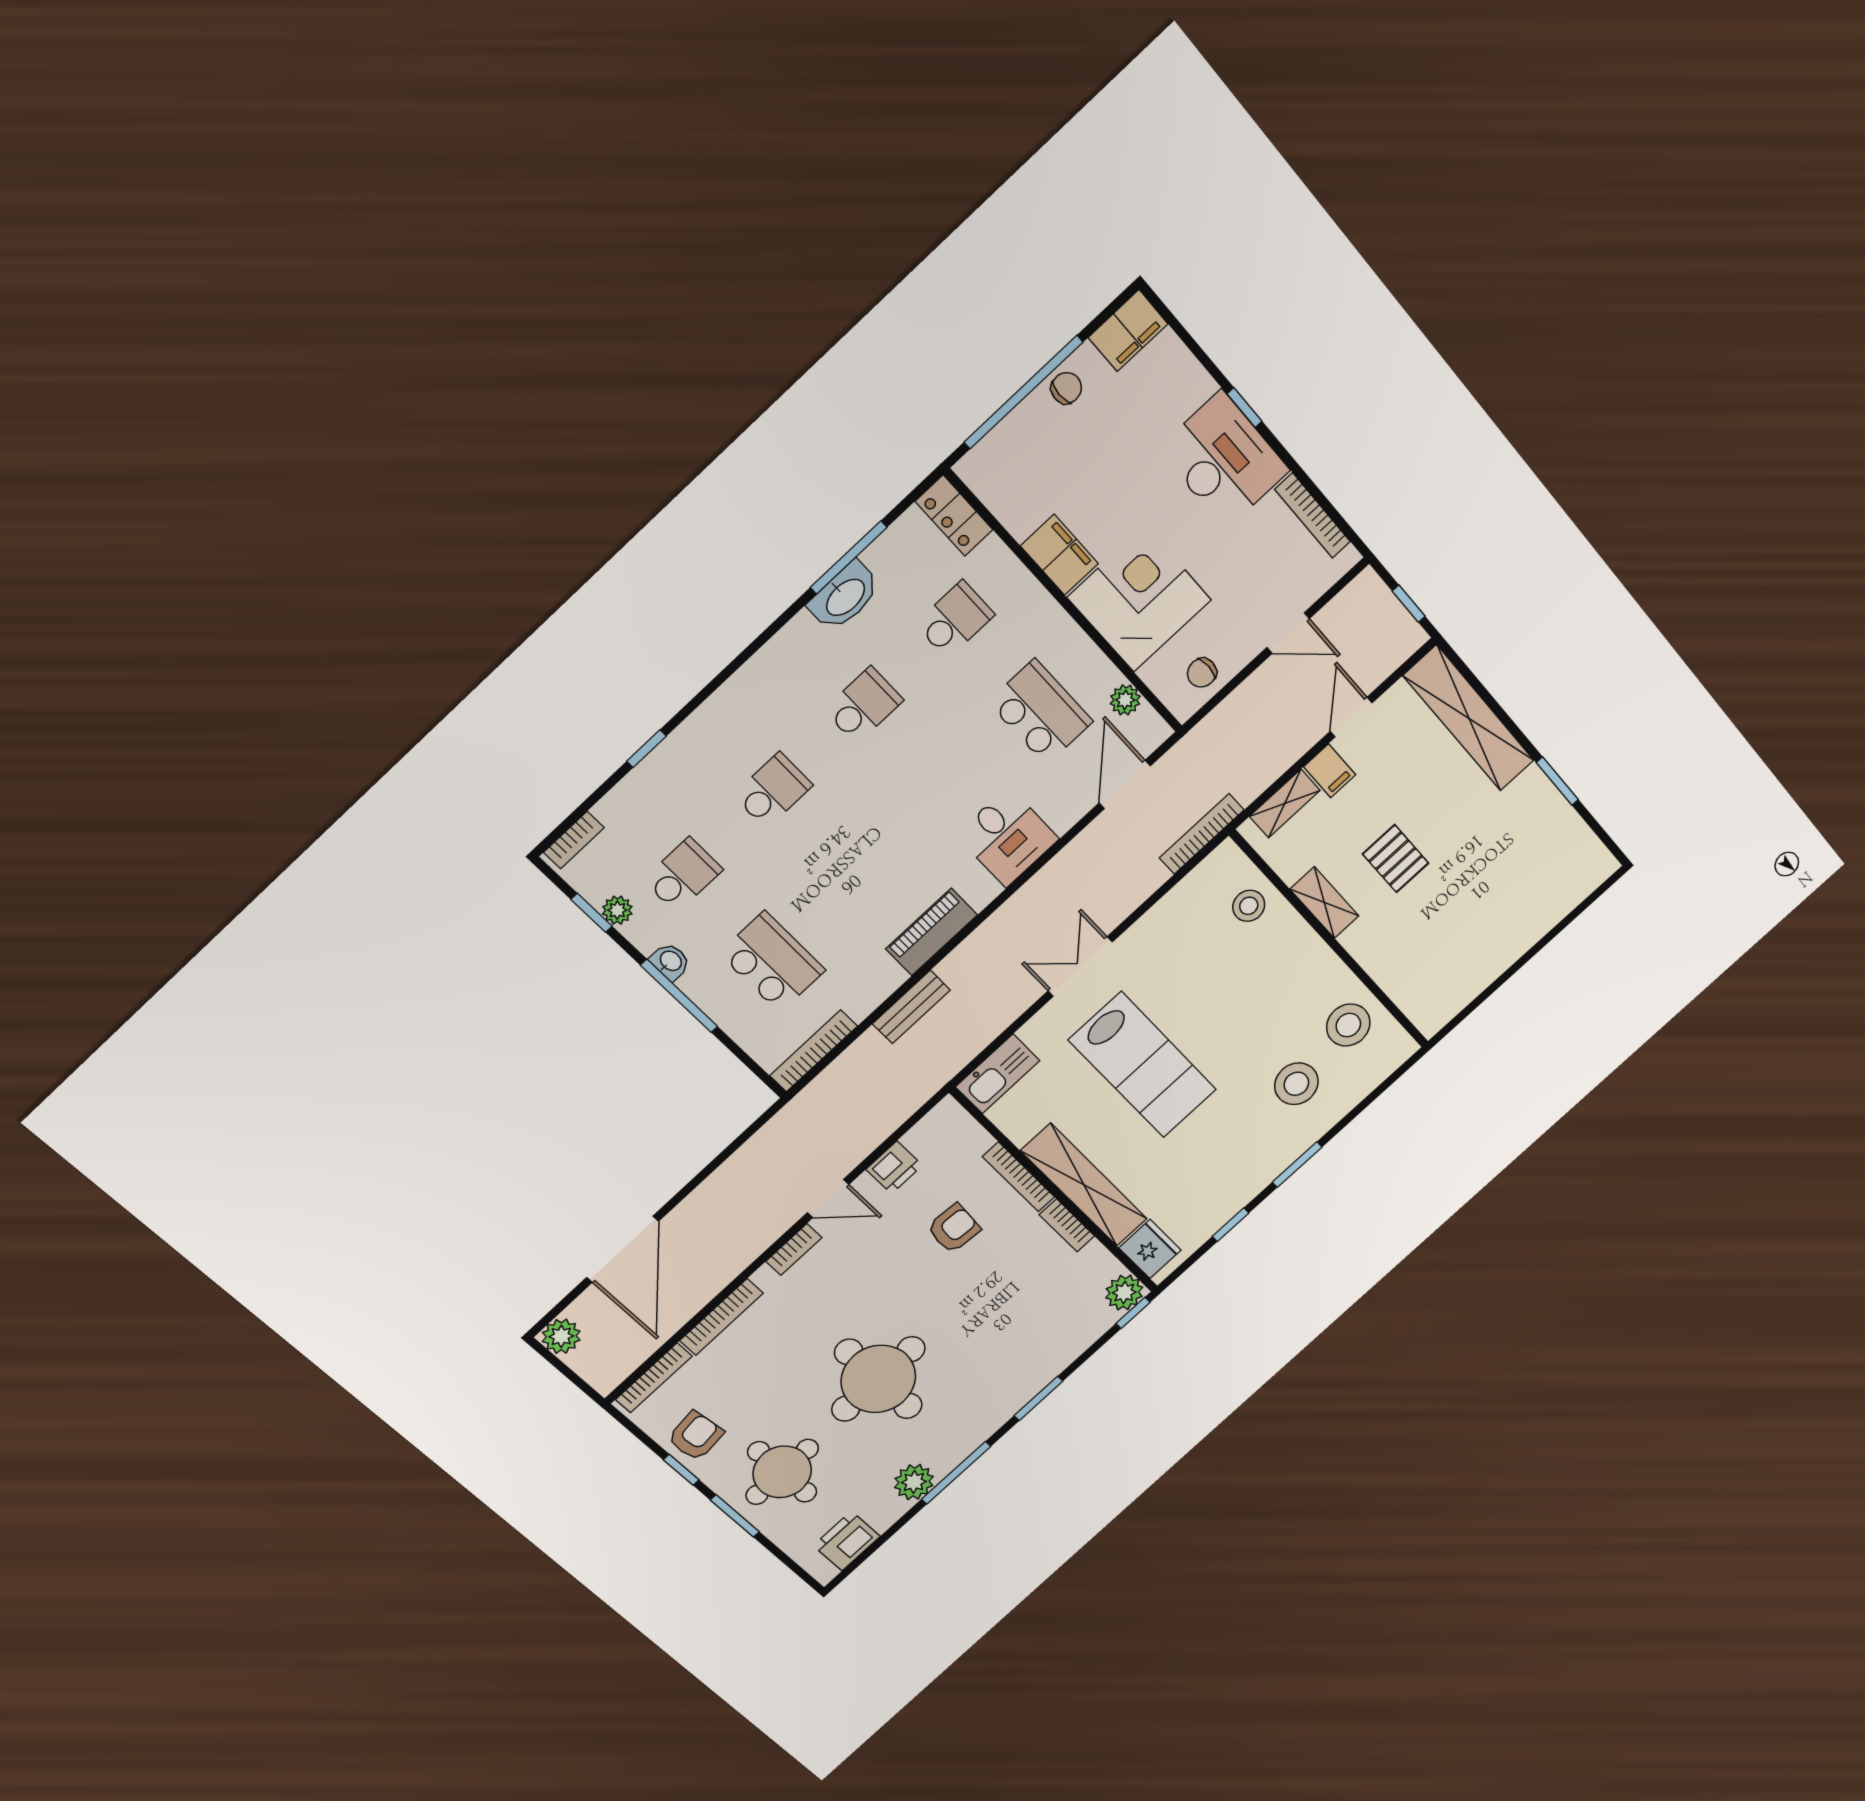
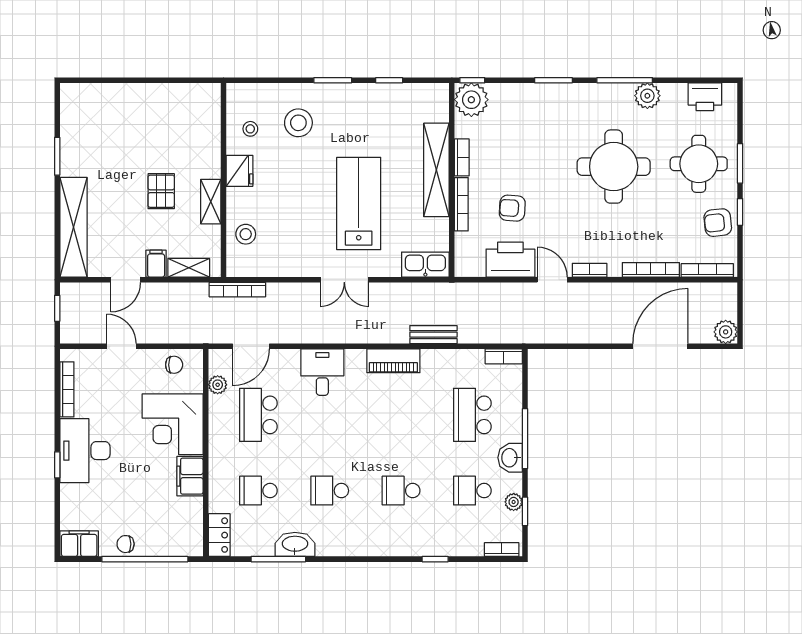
washbasin: (670, 961) -> (510, 458), width x1.38, depth x1.45
stool: (1348, 1025) -> (250, 129), width x0.53, depth x0.53
bookcase: (814, 1051) -> (504, 356), width x0.64
printer: (894, 1167) -> (510, 260), width x1.87, depth x1.48
fridge: (1150, 1249) -> (239, 171), moved, turned 180
plant: (1124, 1293) -> (471, 100), width x1.36, depth x1.36

